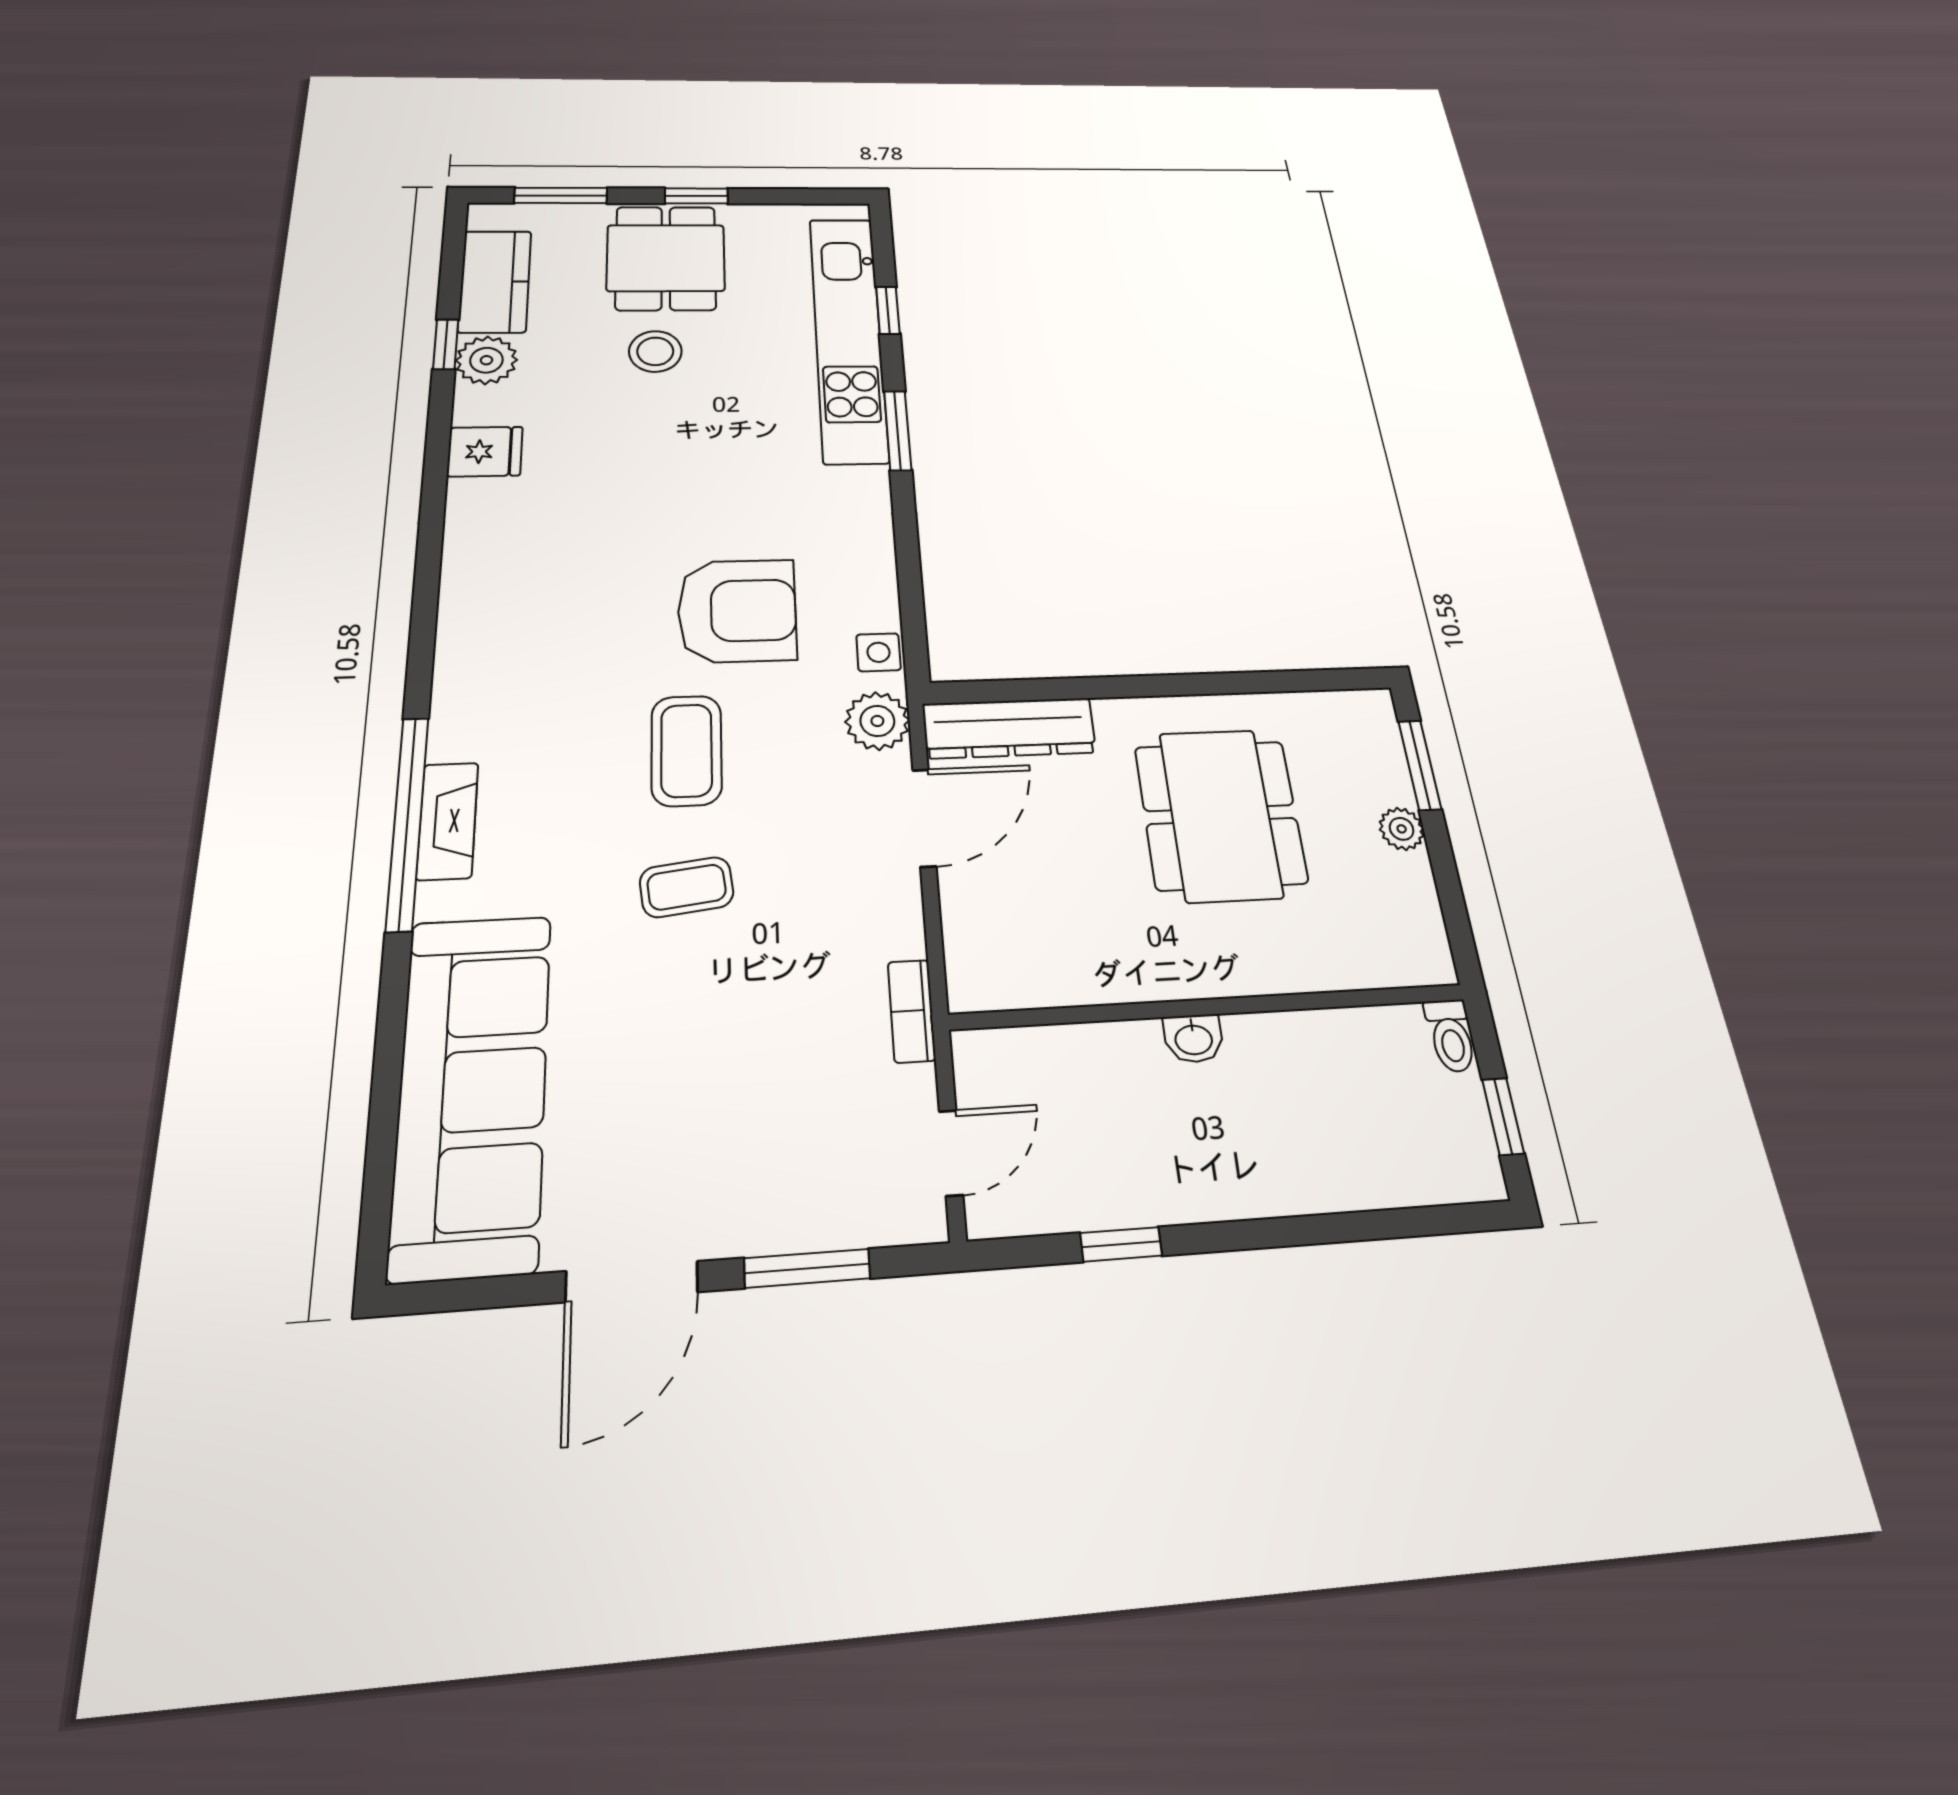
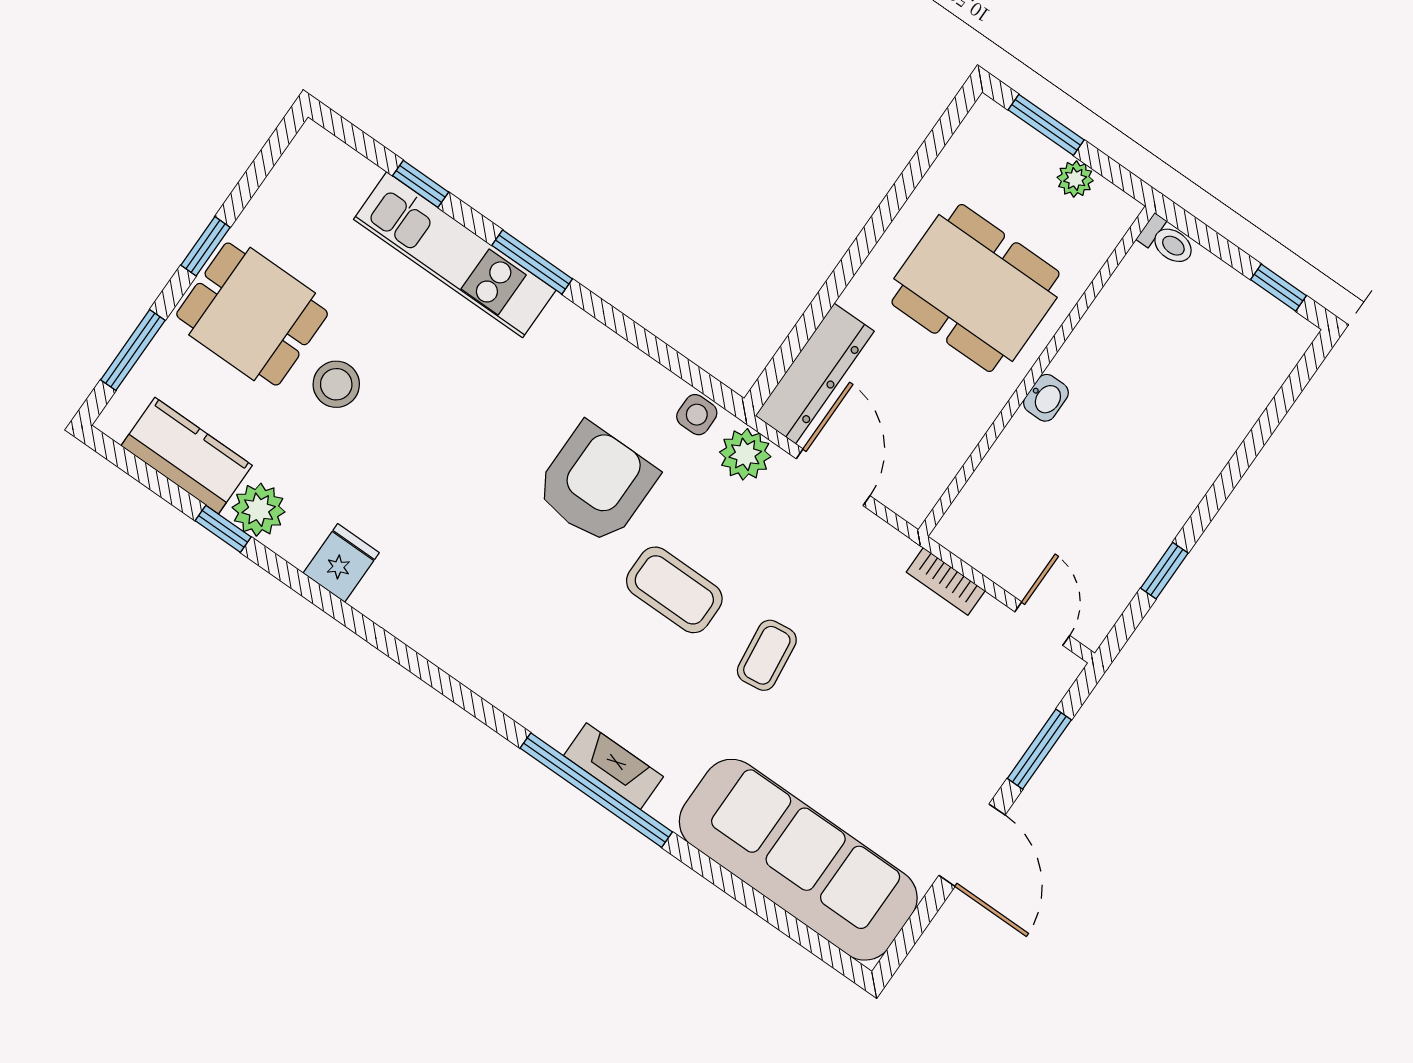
kitchen unit: (848, 337) -> (455, 255), width x0.73
wall: (1210, 1007) -> (1037, 371), moved
toilet: (1451, 1036) -> (1167, 241), moved
washbasin: (1193, 1039) -> (1046, 398), moved

